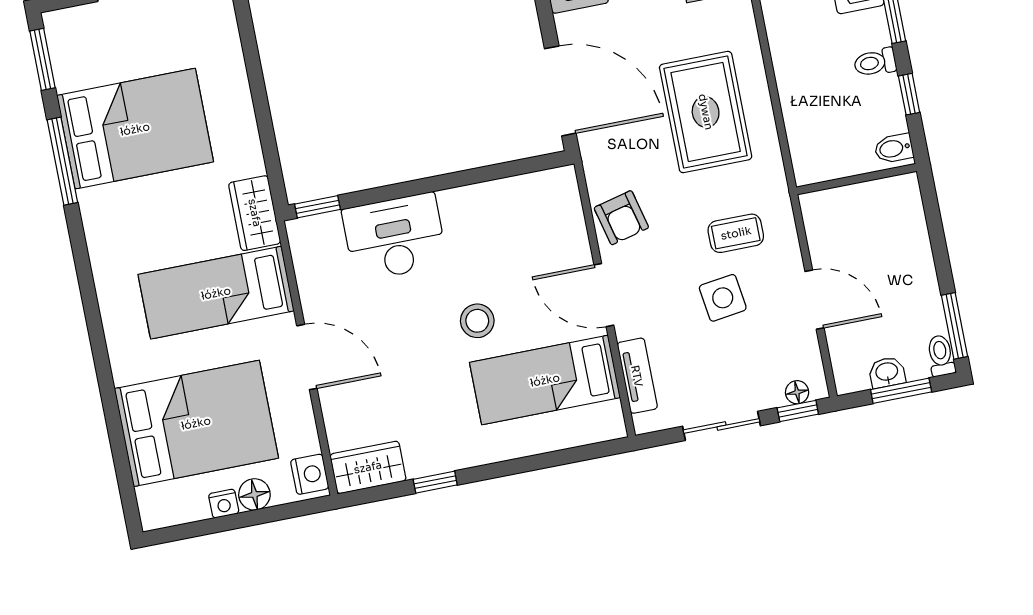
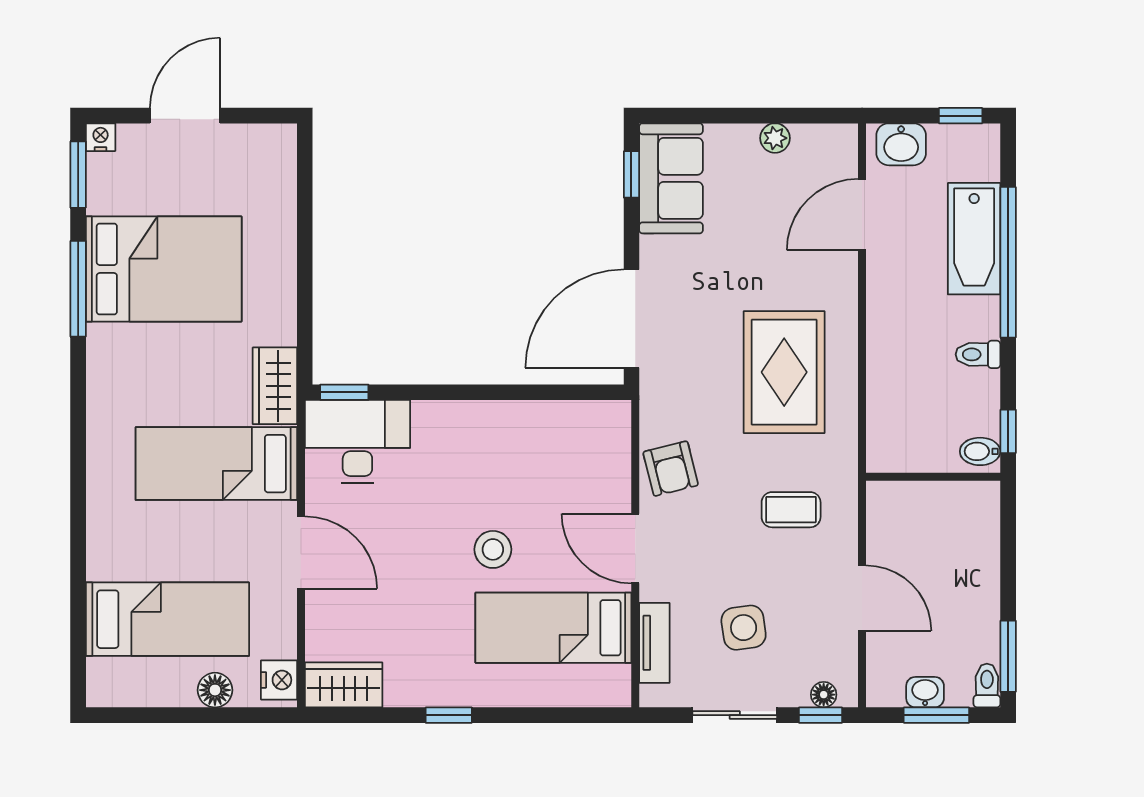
door: (560, 91) -> (631, 319), swing flipped
window: (909, 94) -> (1008, 431), moved
desk: (395, 237) -> (357, 441), moved
side table: (723, 298) -> (744, 628), moved
bed: (196, 423) -> (167, 619), width x0.67
window: (435, 482) -> (449, 715), moved
nightstand: (224, 504) -> (101, 137), moved, turned 180

